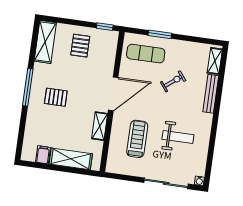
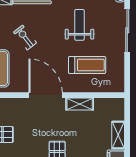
treadmill: (137, 139) -> (87, 65), turned 180
shelving: (71, 159) -> (118, 135), width x0.67, depth x0.75

